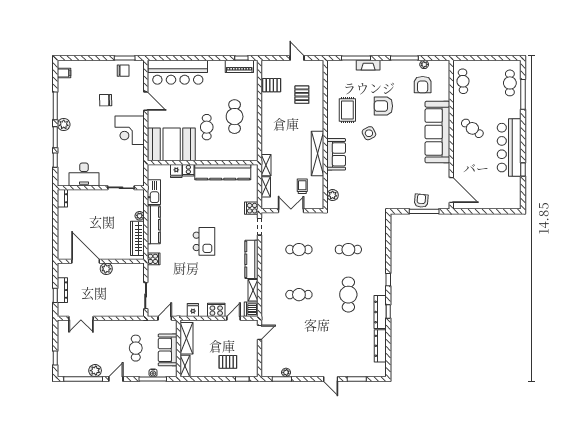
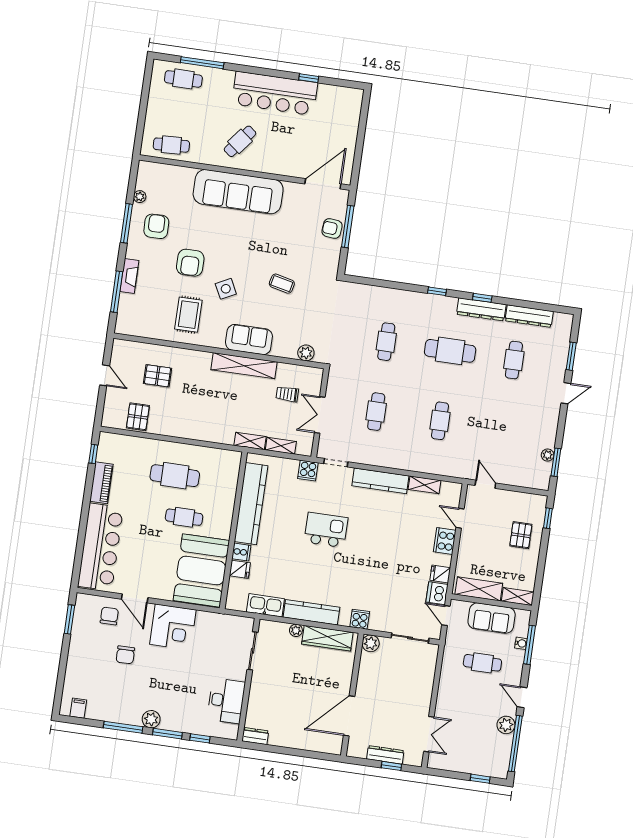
door: (297, 58) -> (105, 375), swing flipped
piano: (239, 66) -> (101, 483), moved
chair: (123, 71) -> (109, 616), moved
armchair: (423, 85) -> (156, 226), moved, turned -91
door: (146, 101) -> (135, 598), swing flipped
rug: (347, 110) -> (188, 315), turned 90
coffee table: (378, 171) -> (282, 284), added
kitchen island: (204, 241) -> (326, 530), moved
plant: (106, 269) -> (371, 643), moved
dishwasher: (251, 309) -> (437, 593), moved, turned 90
cafe table: (348, 340) -> (514, 360), added

